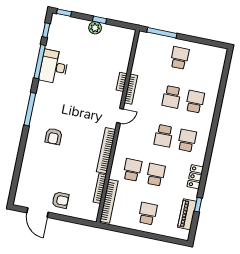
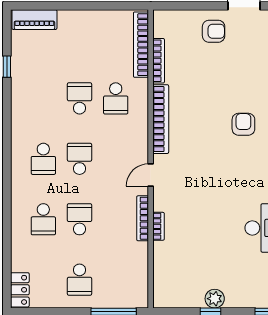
school desk: (156, 175) -> (80, 98), turned 180
locker: (195, 177) -> (20, 290), moved
armchair: (60, 200) -> (214, 31), turned 180
school desk: (148, 214) -> (80, 38), removed
piano: (187, 214) -> (34, 20), moved, turned 90

